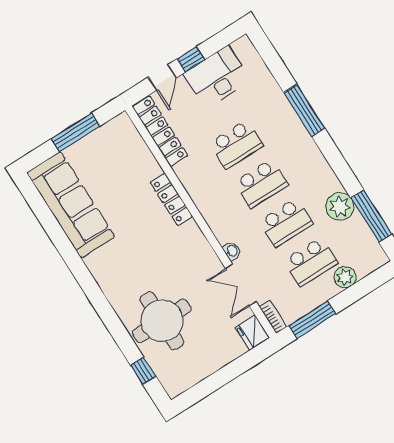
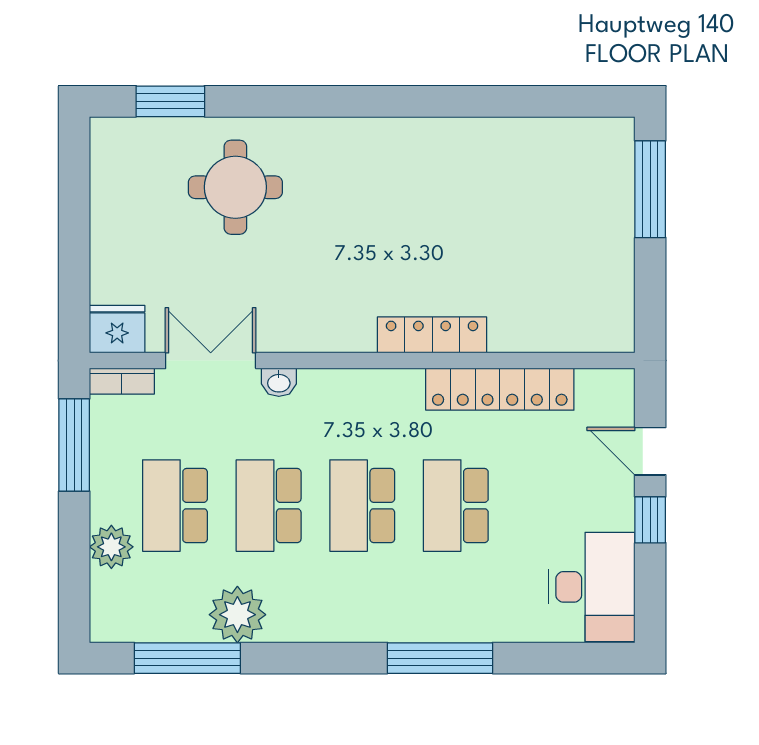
desk: (217, 77) -> (592, 587), moved
locker: (160, 131) -> (500, 389), moved
window: (76, 132) -> (650, 189), moved
sofa: (71, 205) -> (532, 157), removed
round table: (162, 321) -> (235, 187), width x0.73, depth x0.73
window: (143, 371) -> (170, 101), width x1.50

